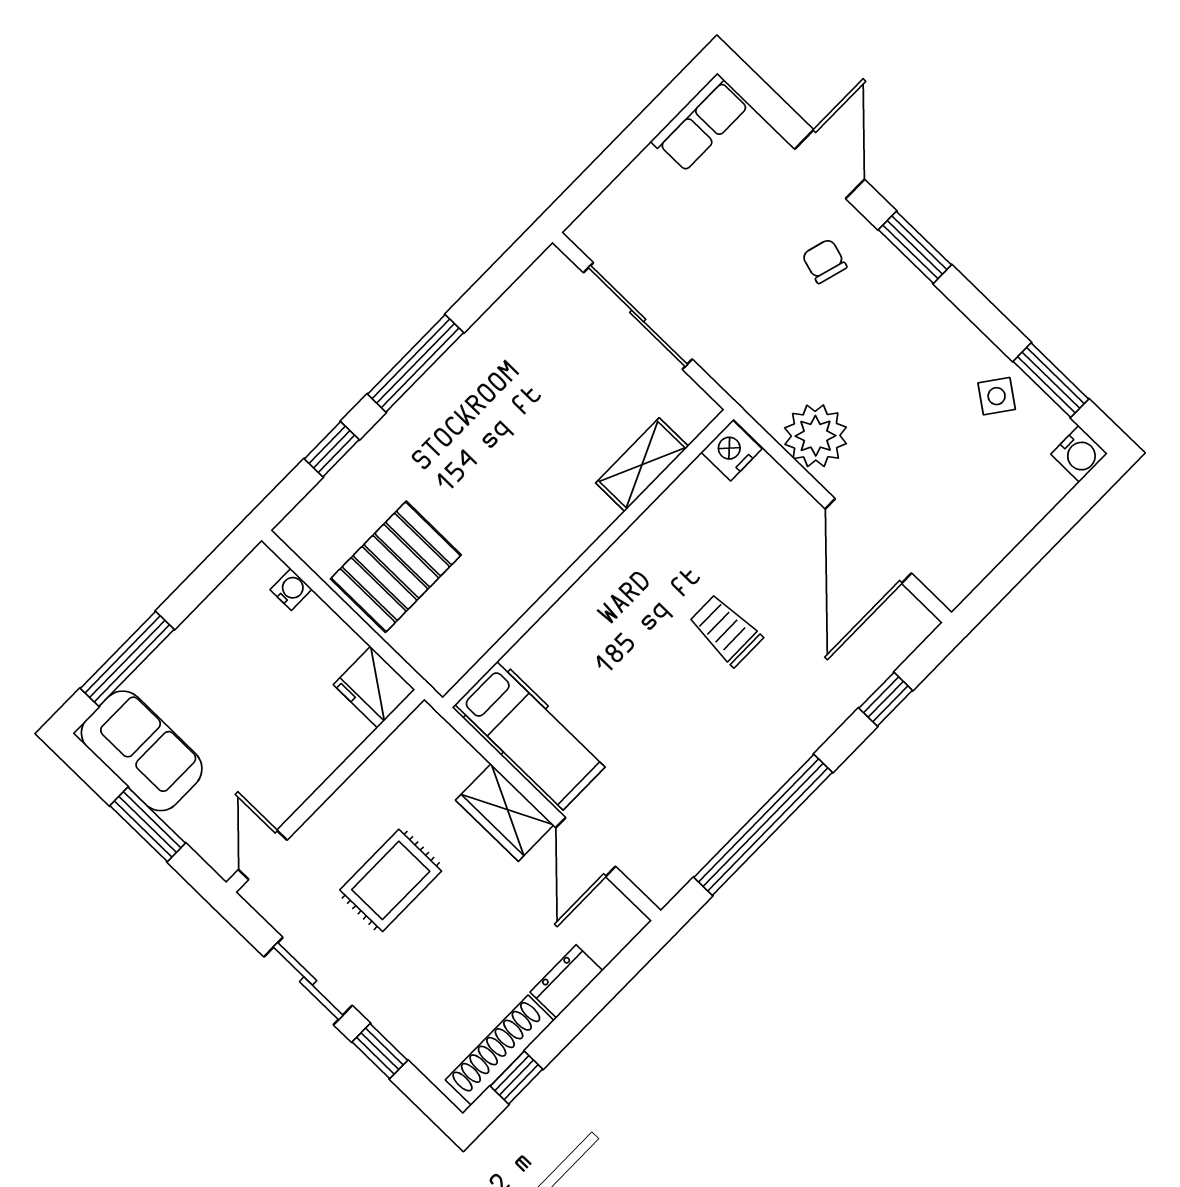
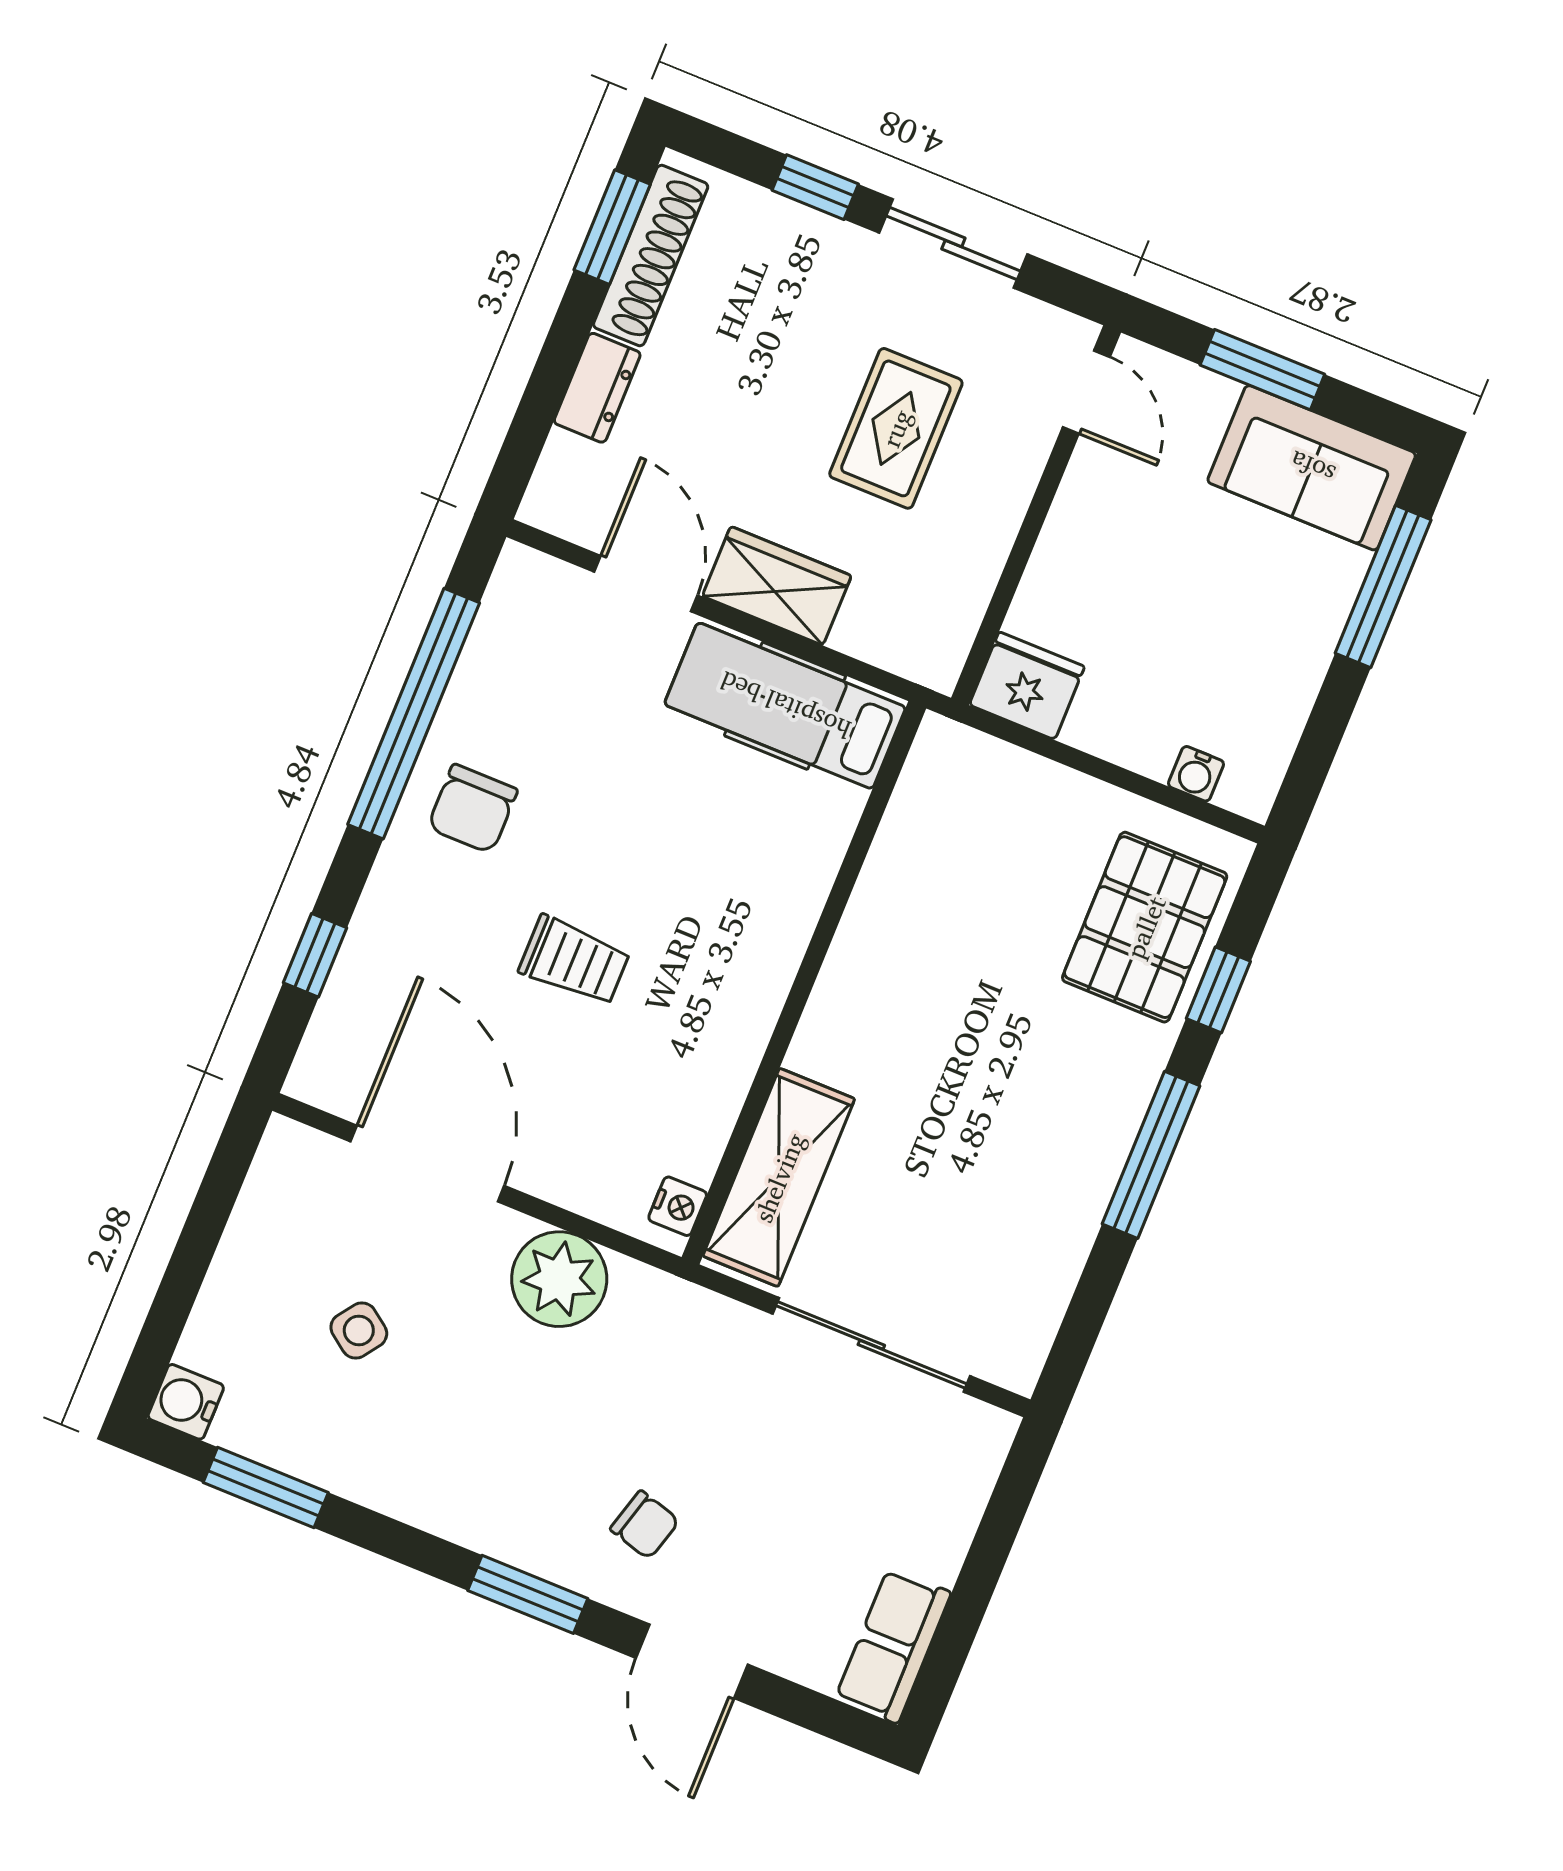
side table: (997, 396) -> (359, 1330), moved
nightstand: (732, 450) -> (678, 1206), width x0.72, depth x0.74
shelving: (642, 465) -> (779, 1177), width x1.50, depth x1.33
pallet: (396, 567) -> (1145, 927), moved
chair: (751, 751) -> (473, 809), added
window: (516, 1078) -> (612, 227), width x1.50

